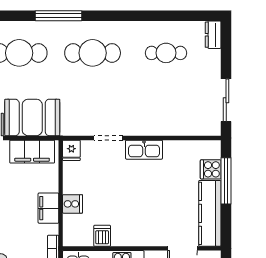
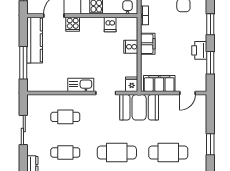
sliding door: (226, 100) -> (23, 130), moved
cafe table: (166, 104) -> (65, 117), added
booth: (32, 117) -> (139, 107), moved
cooker: (211, 169) -> (73, 24), moved, turned 90

